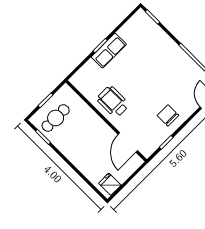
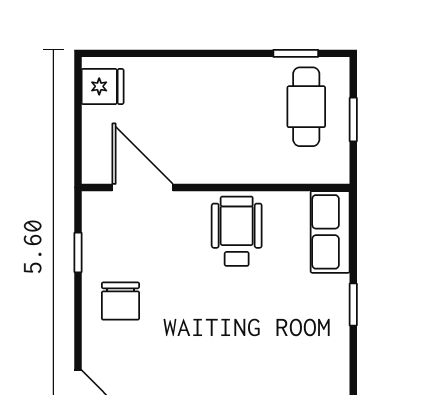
row of seats: (109, 51) -> (330, 232), moved
wheelchair: (113, 102) -> (237, 231), turned -90
chair: (168, 115) -> (120, 301), turned 90

